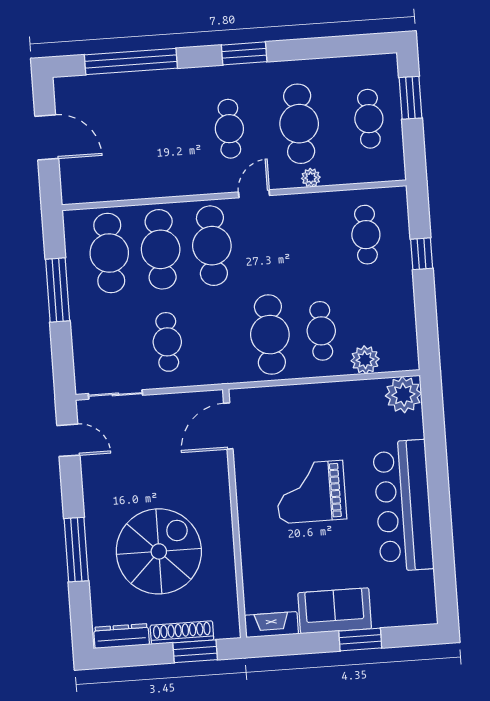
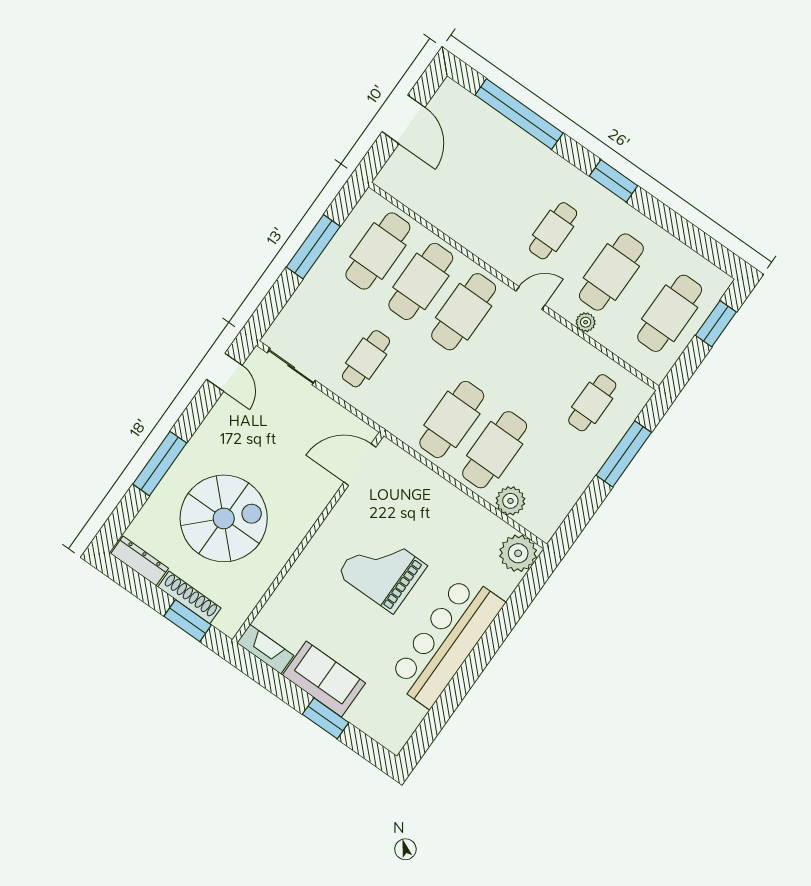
cafe table: (369, 119) -> (670, 313), width x1.37, depth x1.35
window: (422, 254) -> (624, 454), width x2.17
cafe table: (321, 331) -> (495, 450), width x1.37, depth x1.35

